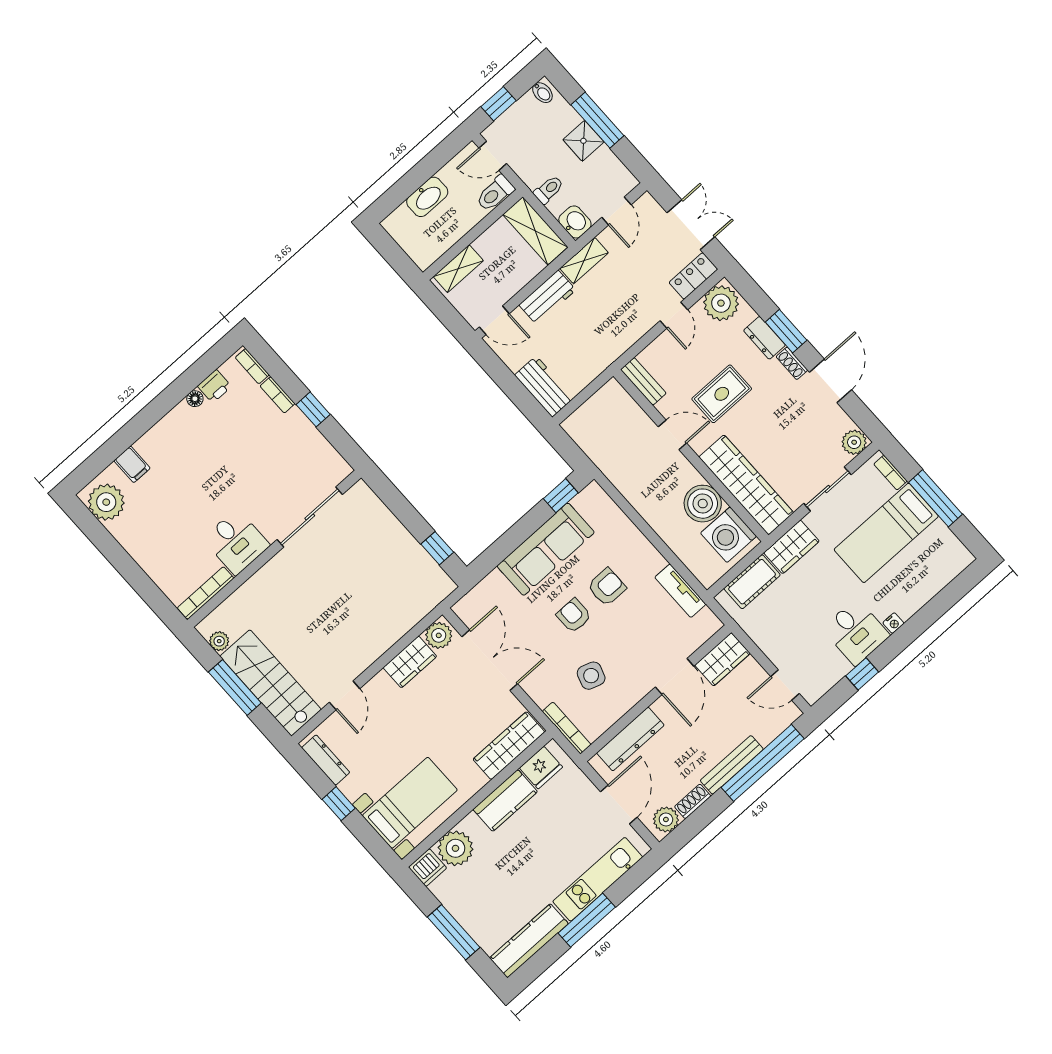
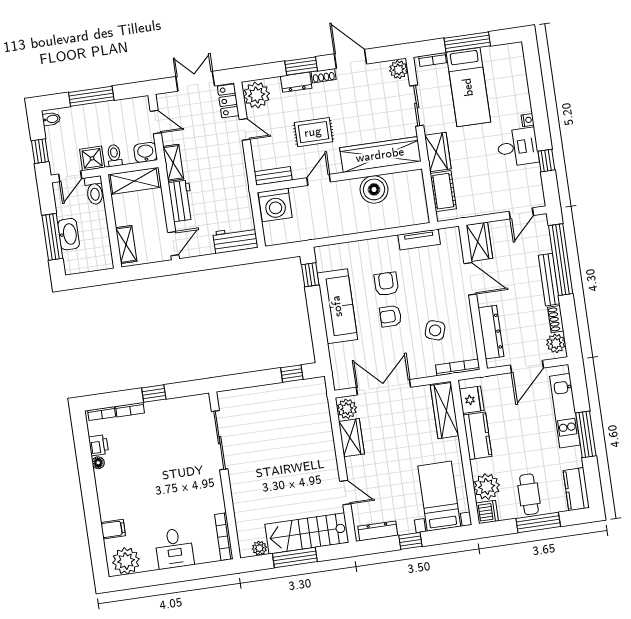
shower: (583, 141) -> (92, 158), moved
window: (412, 181) -> (52, 237), added
rug: (722, 394) -> (313, 132), turned 90
washing machine: (728, 535) -> (275, 205), moved
desk: (236, 542) -> (174, 548), moved, turned 90
door: (619, 804) -> (527, 367), swing flipped
cafe table: (478, 901) -> (529, 494), added
kitchen counter: (529, 941) -> (576, 489), width x0.67

